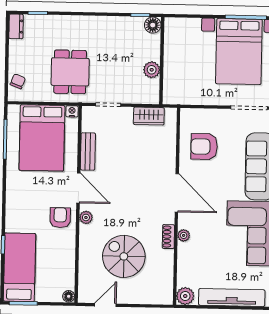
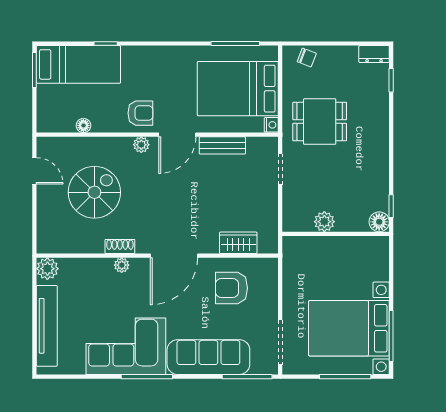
wardrobe: (149, 116) -> (238, 243), moved, turned 90
armchair: (204, 147) -> (231, 288), turned -90
floor lamp: (69, 296) -> (83, 125), moved

